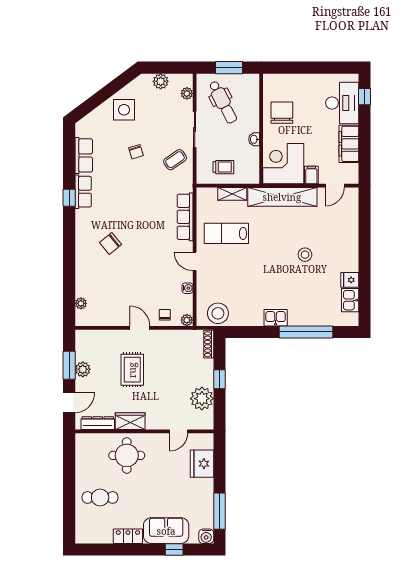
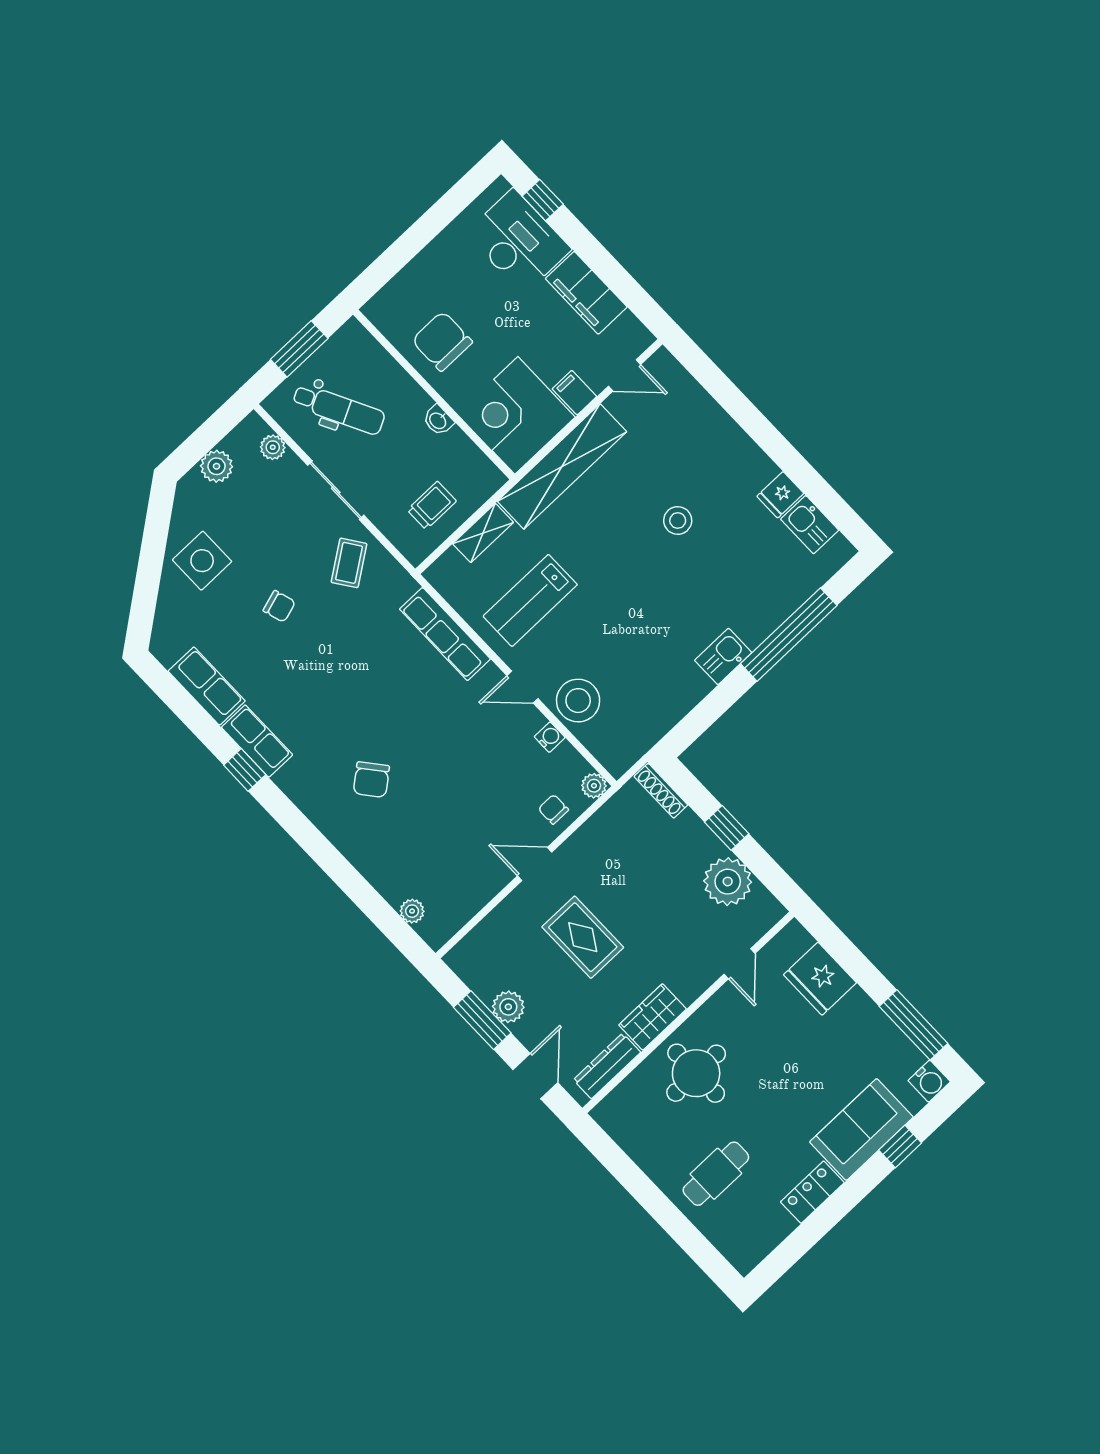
door: (335, 186) -> (625, 375), hinge flipped
stool: (218, 313) -> (578, 701), moved

